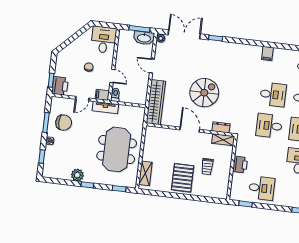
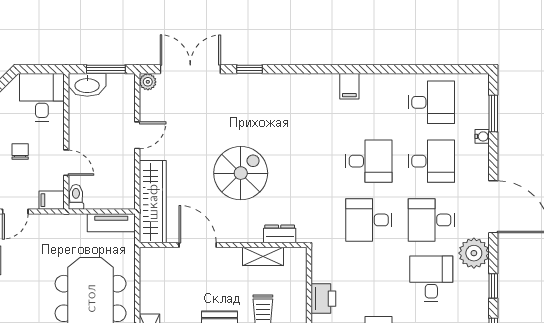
washbasin: (144, 38) -> (87, 85), moved
door: (152, 66) -> (137, 135), swing flipped
tv unit: (105, 107) -> (111, 223), moved
door: (190, 130) -> (198, 245), moved
shelving: (223, 140) -> (263, 256), moved

